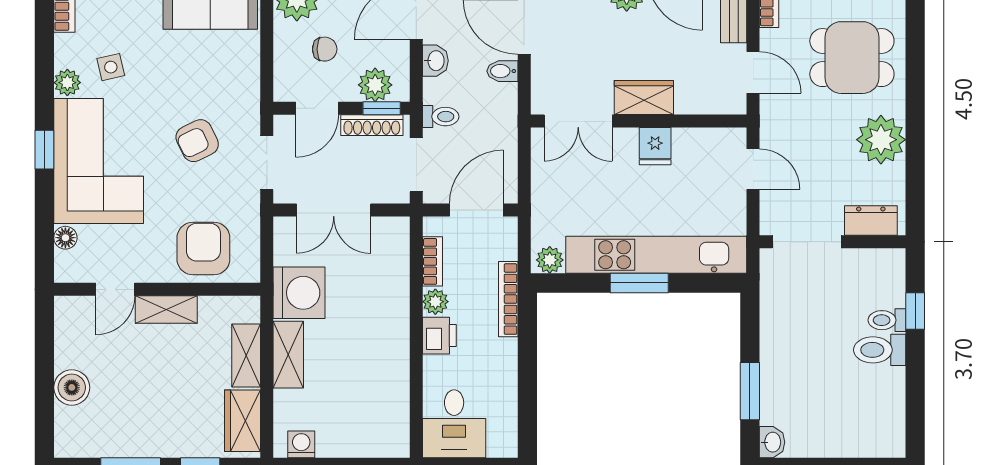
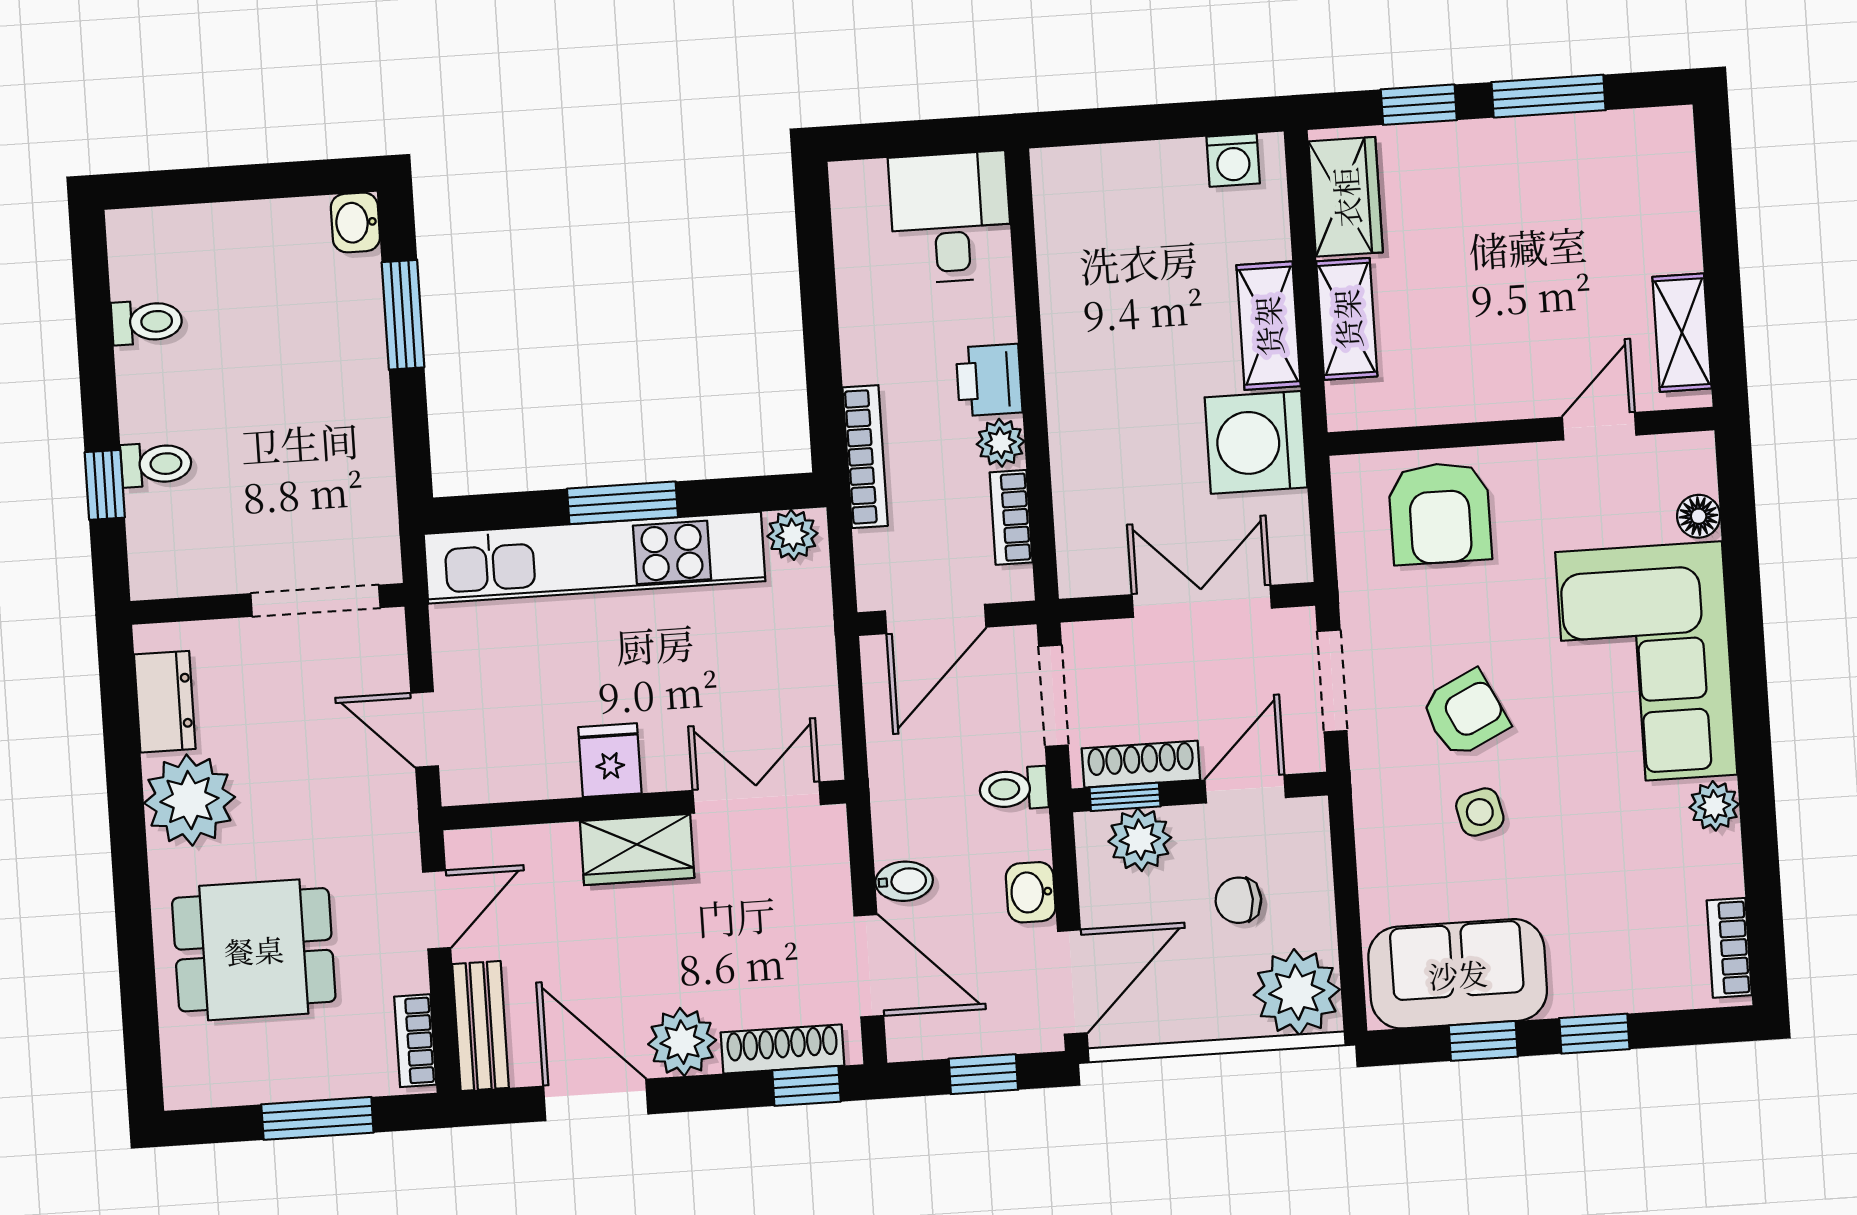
side table: (111, 67) -> (1480, 812), moved
door: (753, 72) -> (437, 910), swing flipped
window: (44, 150) -> (1749, 678), removed
dresser: (871, 221) -> (165, 702), moved, turned -90
shelving: (166, 310) -> (1682, 333), moved, turned 90
toilet: (880, 350) -> (147, 322), moved, width x0.73, depth x0.72
boiler: (72, 387) -> (1668, 238), removed

